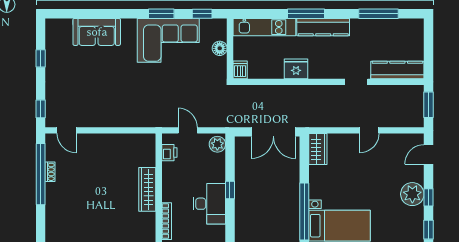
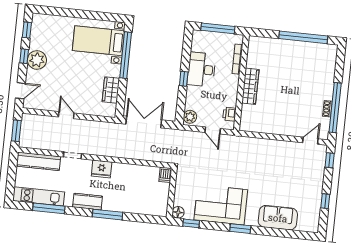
window: (161, 14) -> (240, 229), moved
kitchen unit: (264, 27) -> (39, 196), moved
kitchen counter: (323, 27) -> (88, 202), width x0.67
floor lamp: (220, 48) -> (178, 212), moved
fridge: (296, 69) -> (102, 169), moved
door: (67, 130) -> (310, 141), hinge flipped
door: (369, 130) -> (66, 115), hinge flipped
wardrobe: (318, 149) -> (111, 90), moved

